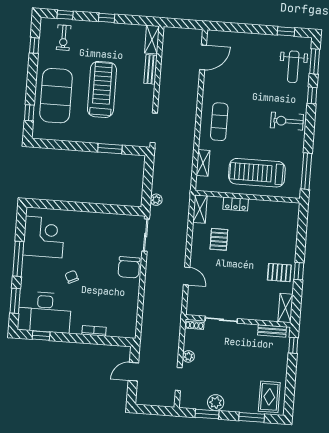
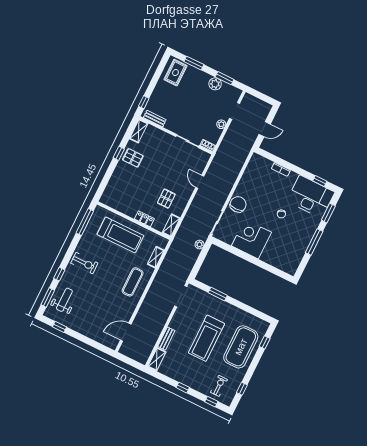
corner desk: (44, 237) -> (251, 239), moved, turned 90

